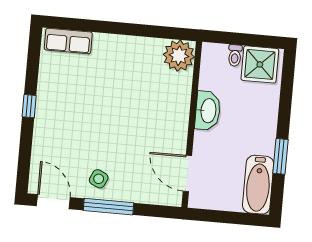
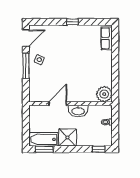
shower: (260, 64) -> (68, 137), moved
window: (288, 77) -> (99, 149), added
window: (281, 156) -> (44, 149), moved
door: (187, 173) -> (58, 104), moved

